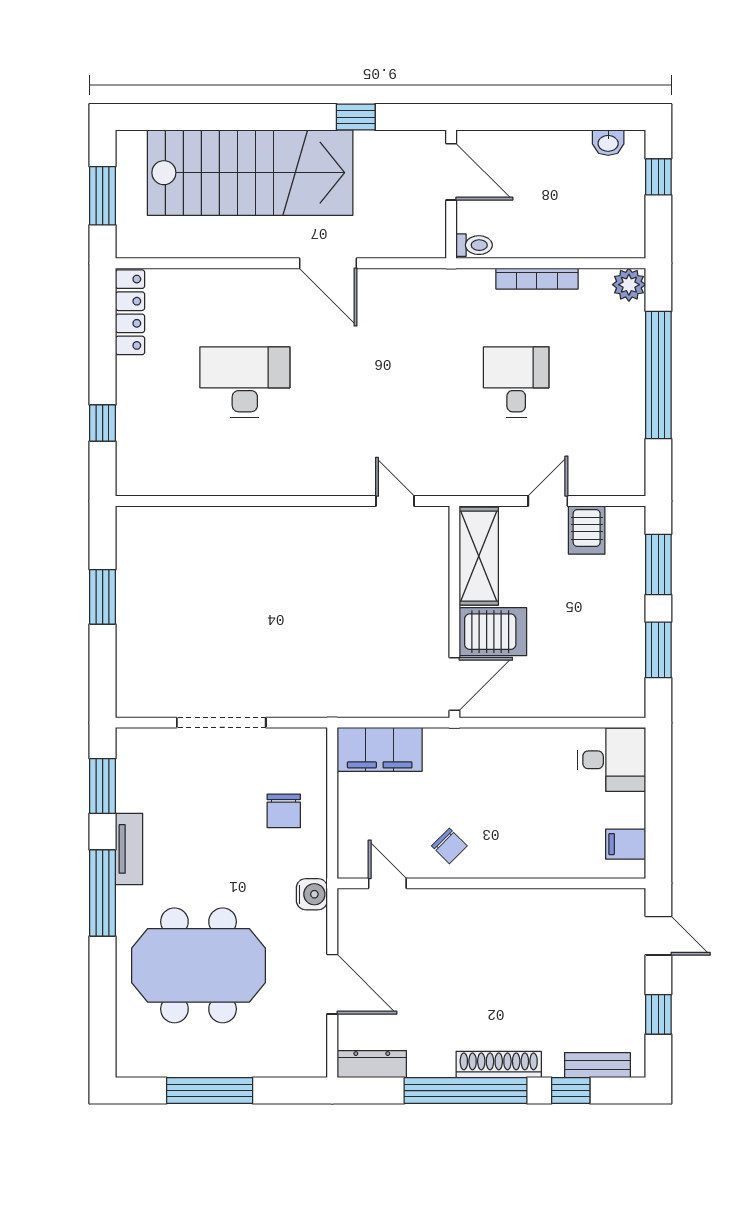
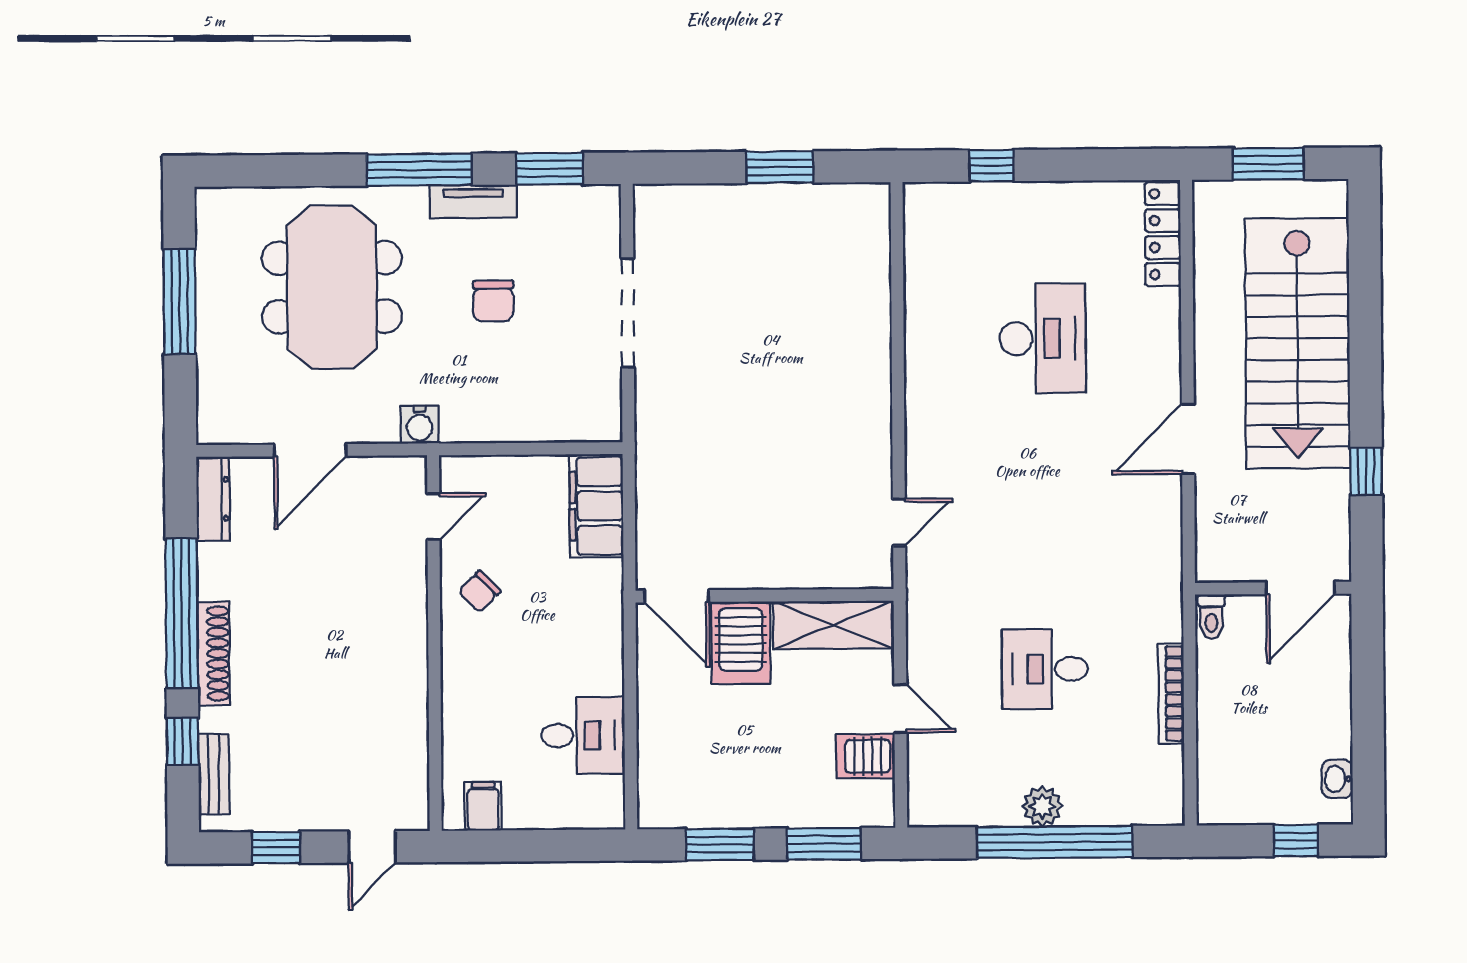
plant: (629, 285) -> (1042, 806), moved
locker: (130, 312) -> (1163, 234), moved, turned 90
desk: (516, 382) -> (1045, 669), turned 180
desk: (611, 760) -> (583, 735), moved, turned -90
chair: (284, 811) -> (493, 301), moved, turned -90

